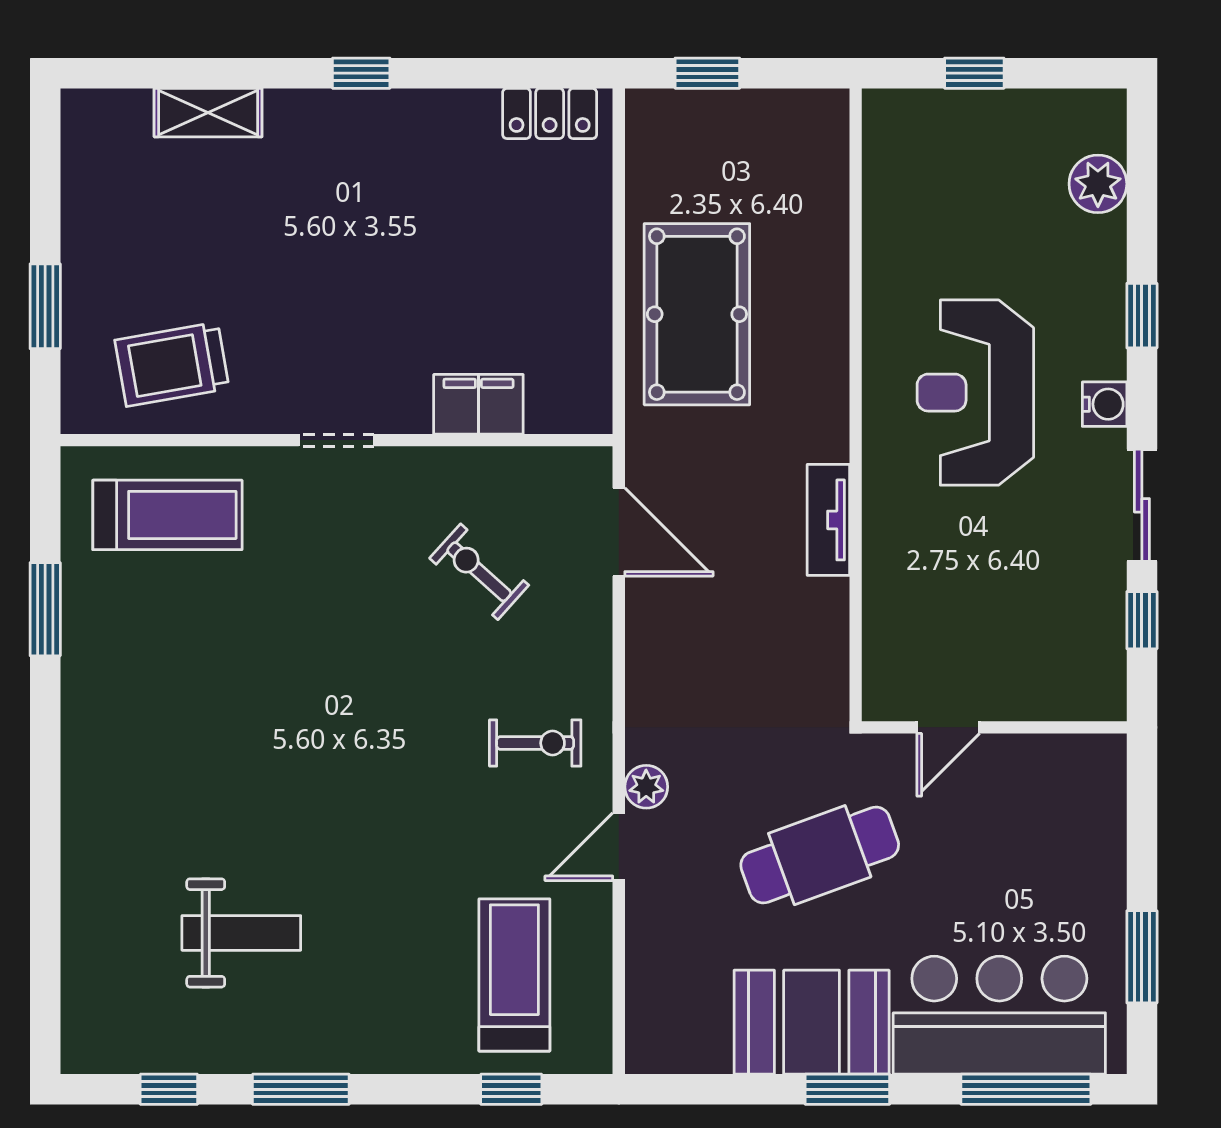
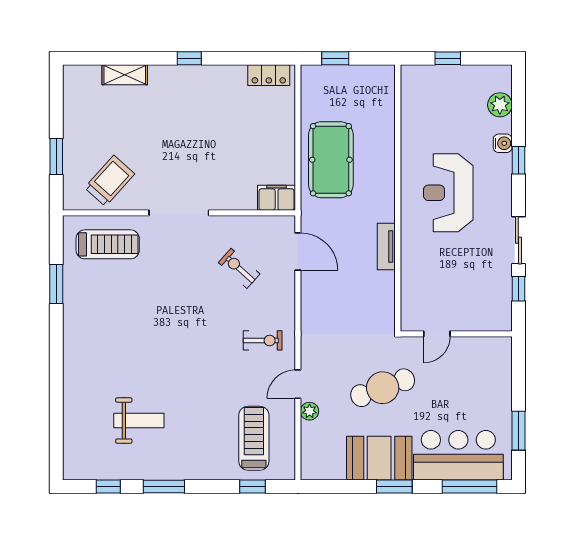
trolley: (172, 364) -> (110, 181), turned 142
filing cabinet: (478, 404) -> (277, 198), moved
water cooler: (1105, 404) -> (503, 143), moved
doorway: (336, 440) -> (179, 213), width x1.88
plant: (646, 787) -> (310, 411), moved

